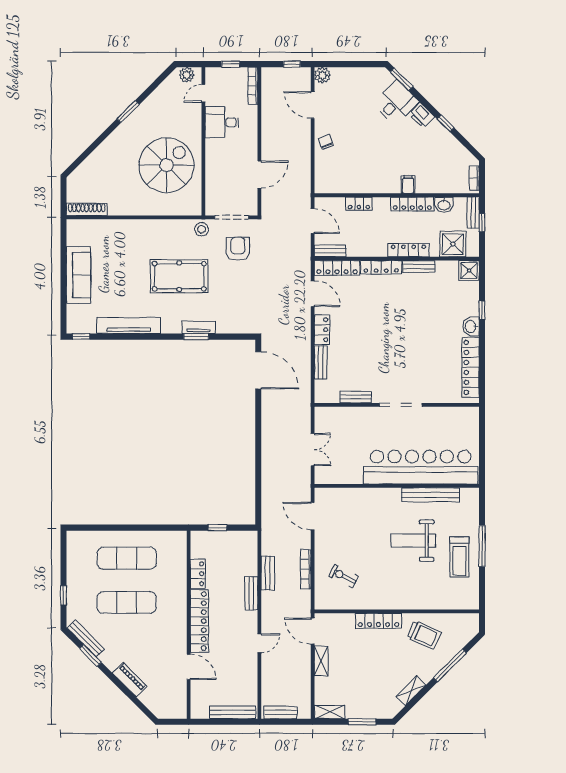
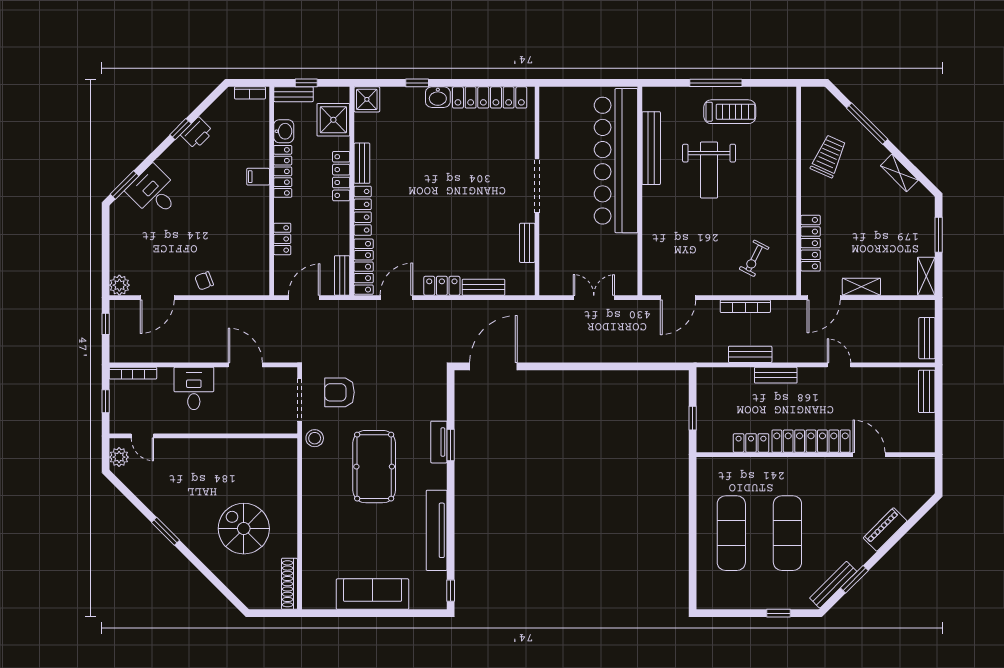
printer: (422, 116) -> (197, 133), moved
desk: (222, 122) -> (194, 388), moved, turned 180
spiral stairs: (167, 165) -> (244, 529), moved, width x0.73, depth x0.73
locker: (378, 621) -> (811, 243), moved
door: (189, 667) -> (869, 455), hinge flipped
bench: (232, 712) -> (927, 391), width x0.73

